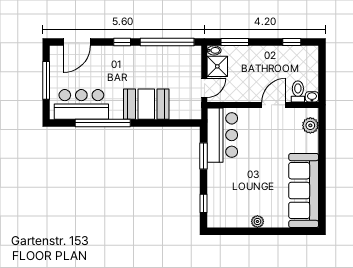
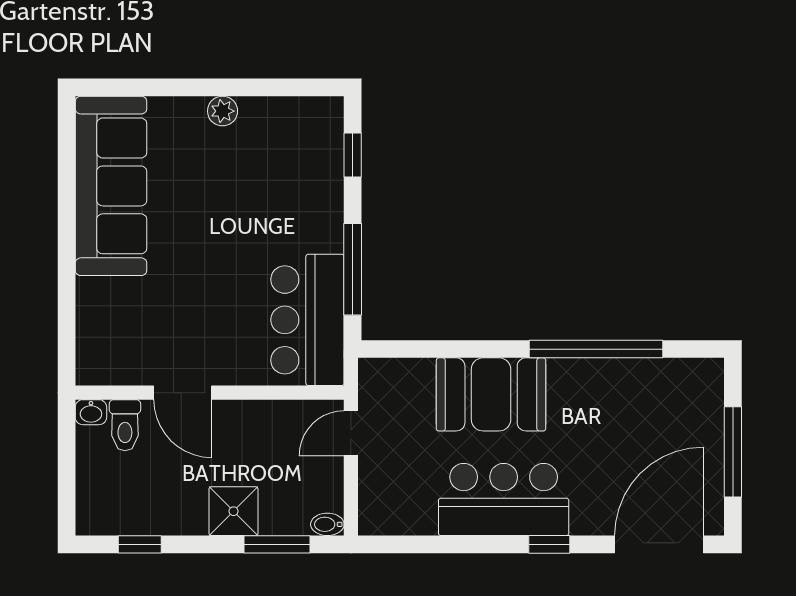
door: (77, 42) -> (659, 544), width x1.36
window: (167, 42) -> (441, 544), removed
shower: (217, 66) -> (234, 511), moved
bar counter: (81, 104) -> (504, 499), moved, turned 180
door: (274, 105) -> (183, 393), hinge flipped
plant: (310, 125) -> (95, 343), removed
window: (204, 156) -> (353, 269), width x1.44

